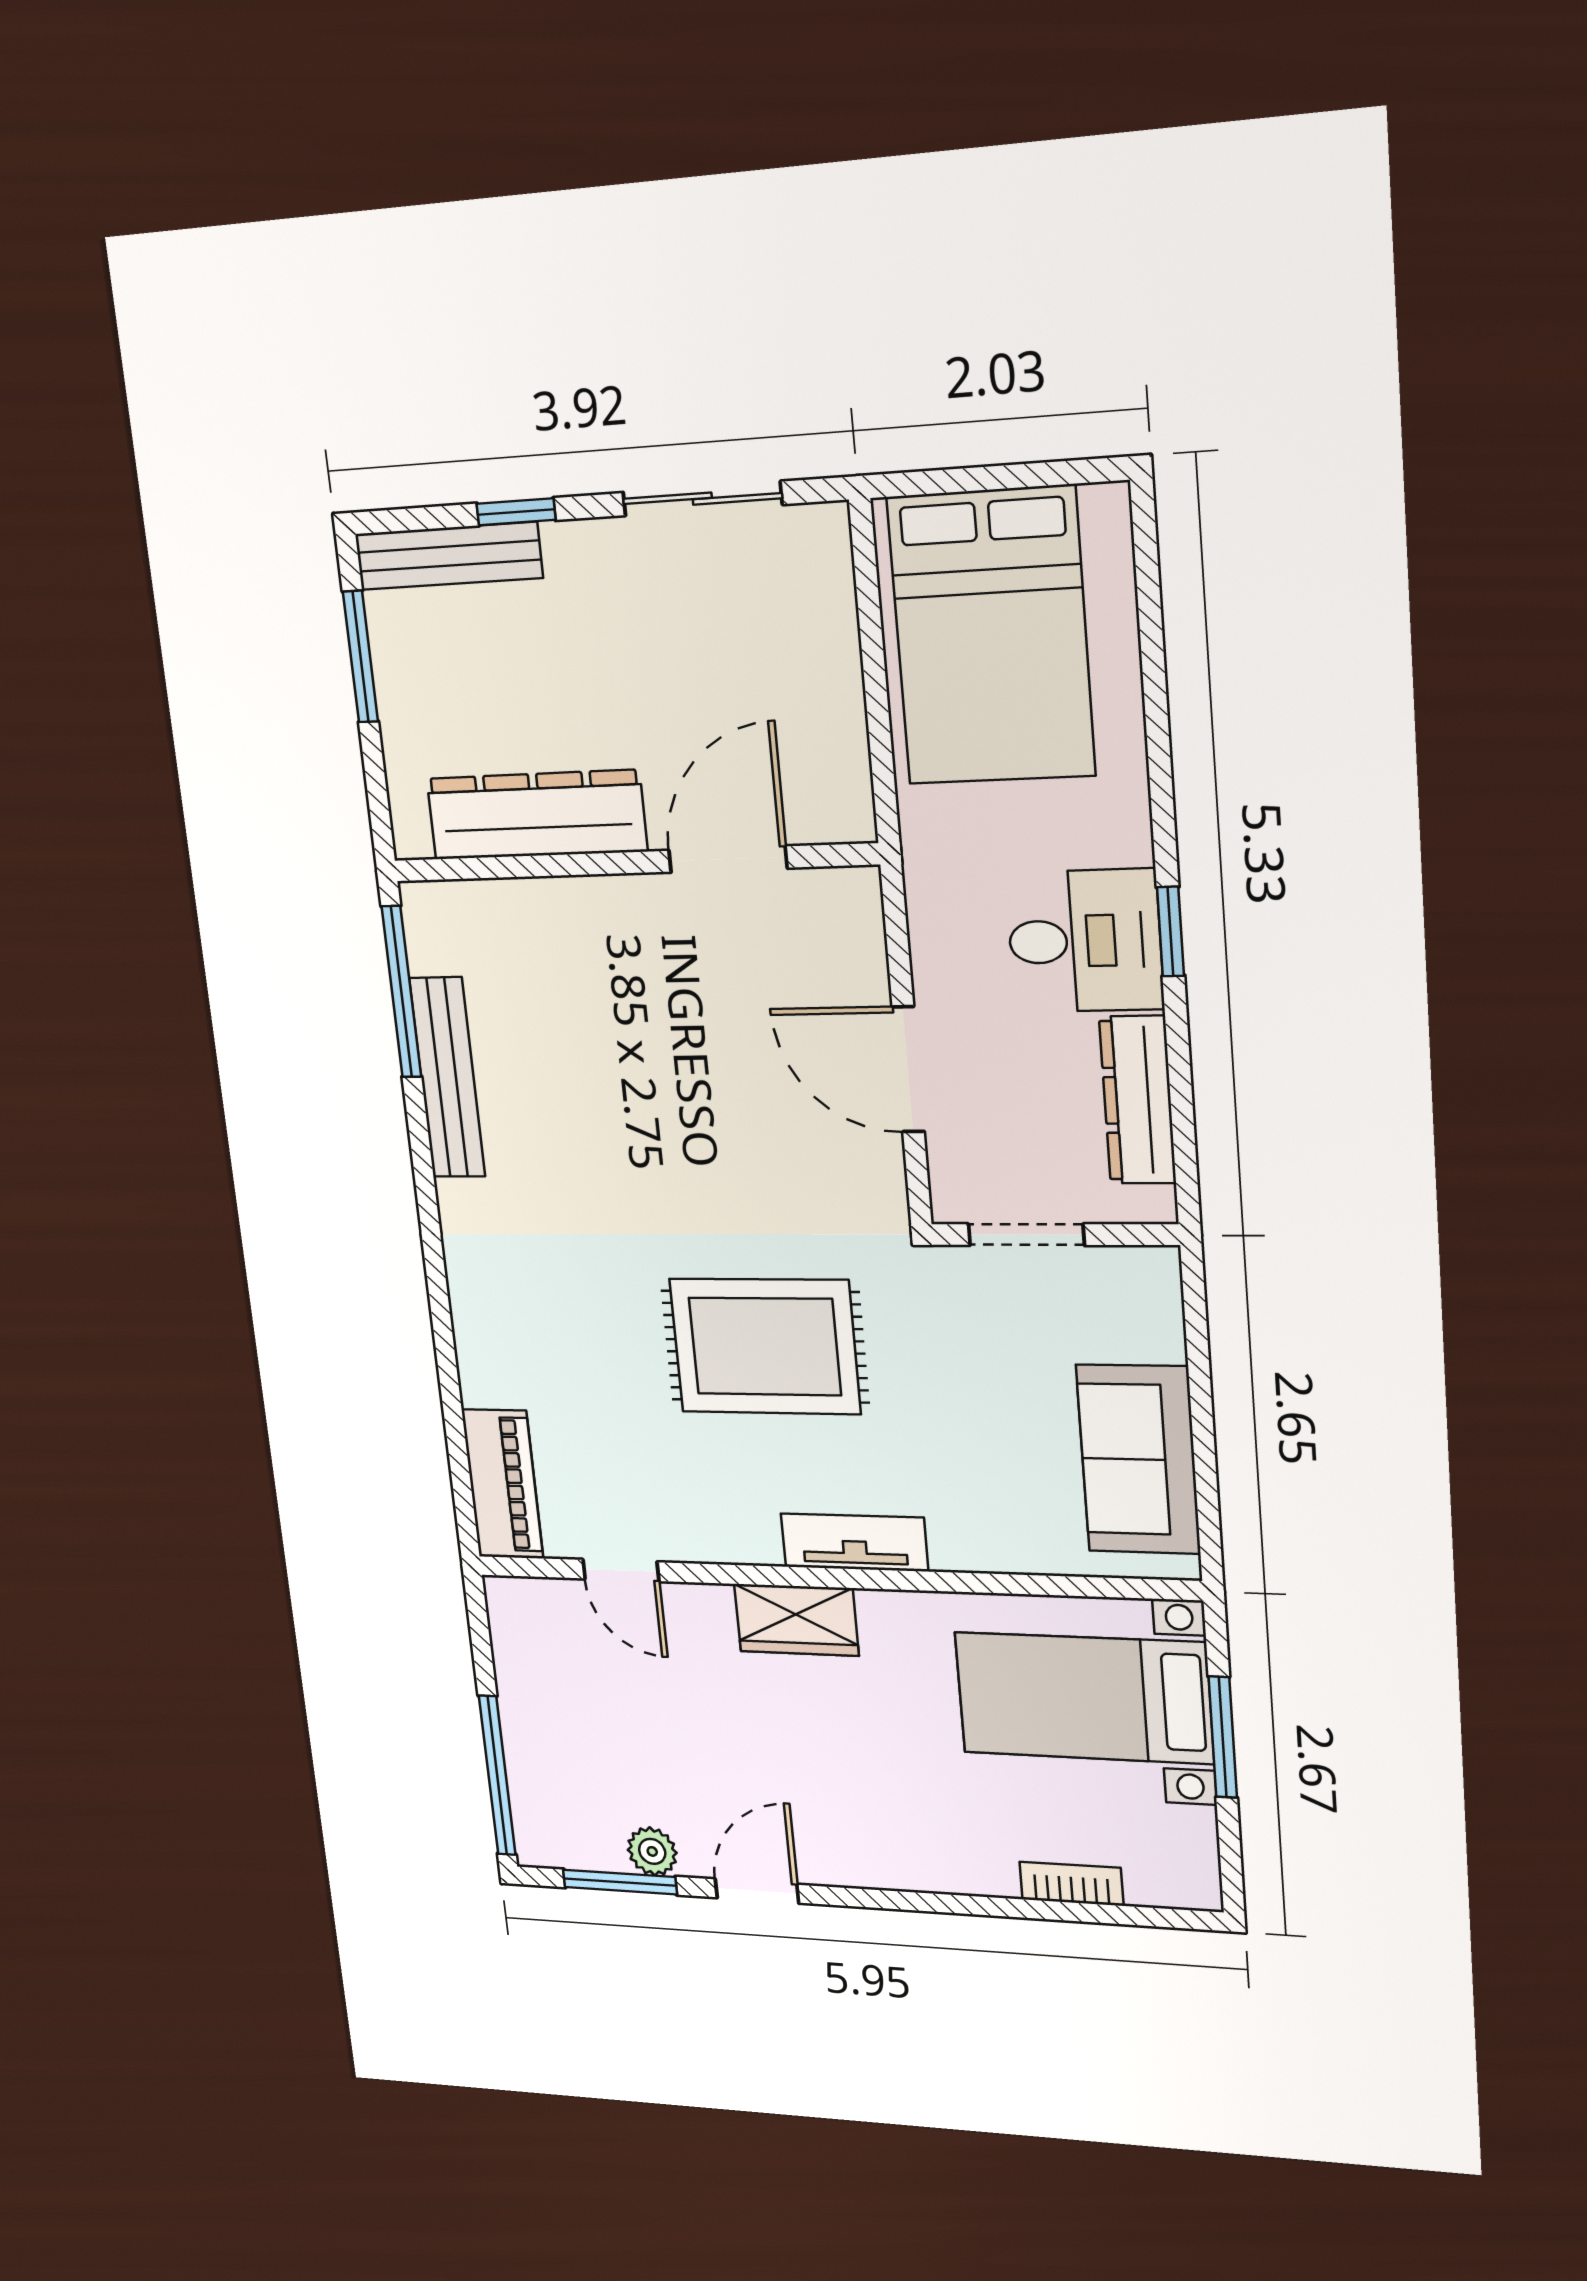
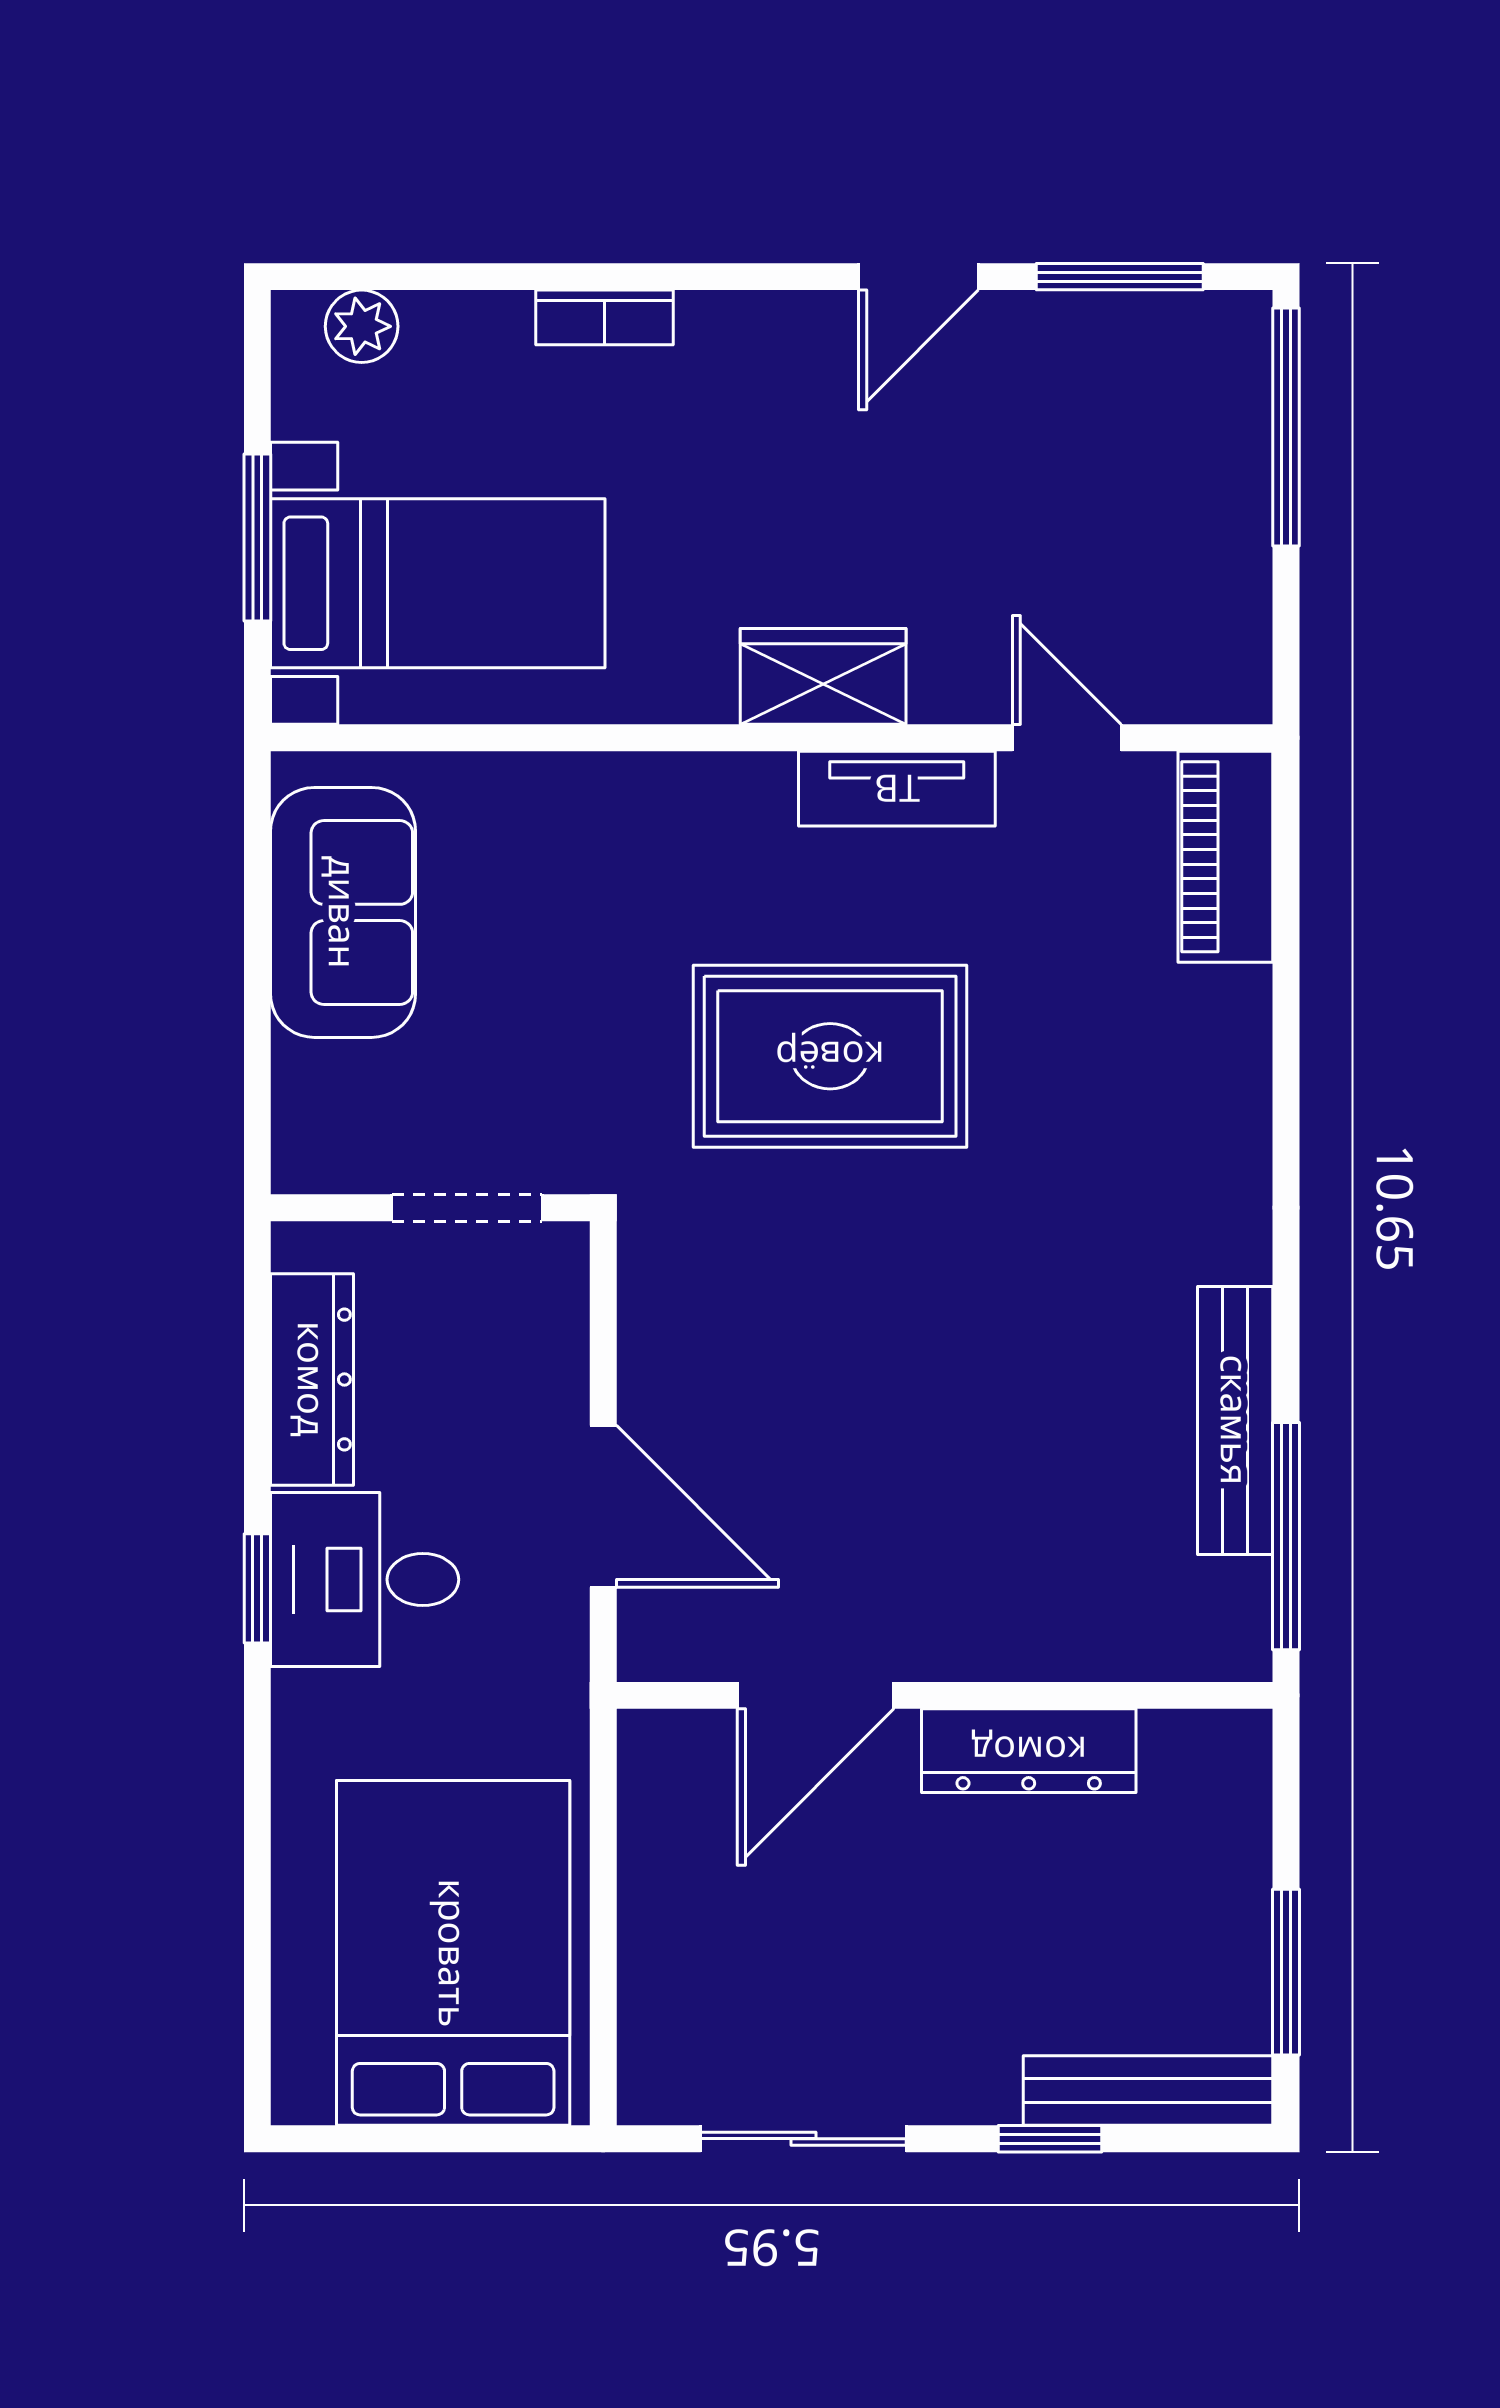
dresser: (536, 815) -> (1029, 1751), width x0.73, depth x0.80
door: (908, 1069) -> (603, 1506), moved
tv unit: (854, 1542) -> (897, 789), moved
plant: (652, 1851) -> (362, 326), moved
bookcase: (1071, 1884) -> (604, 317), moved

